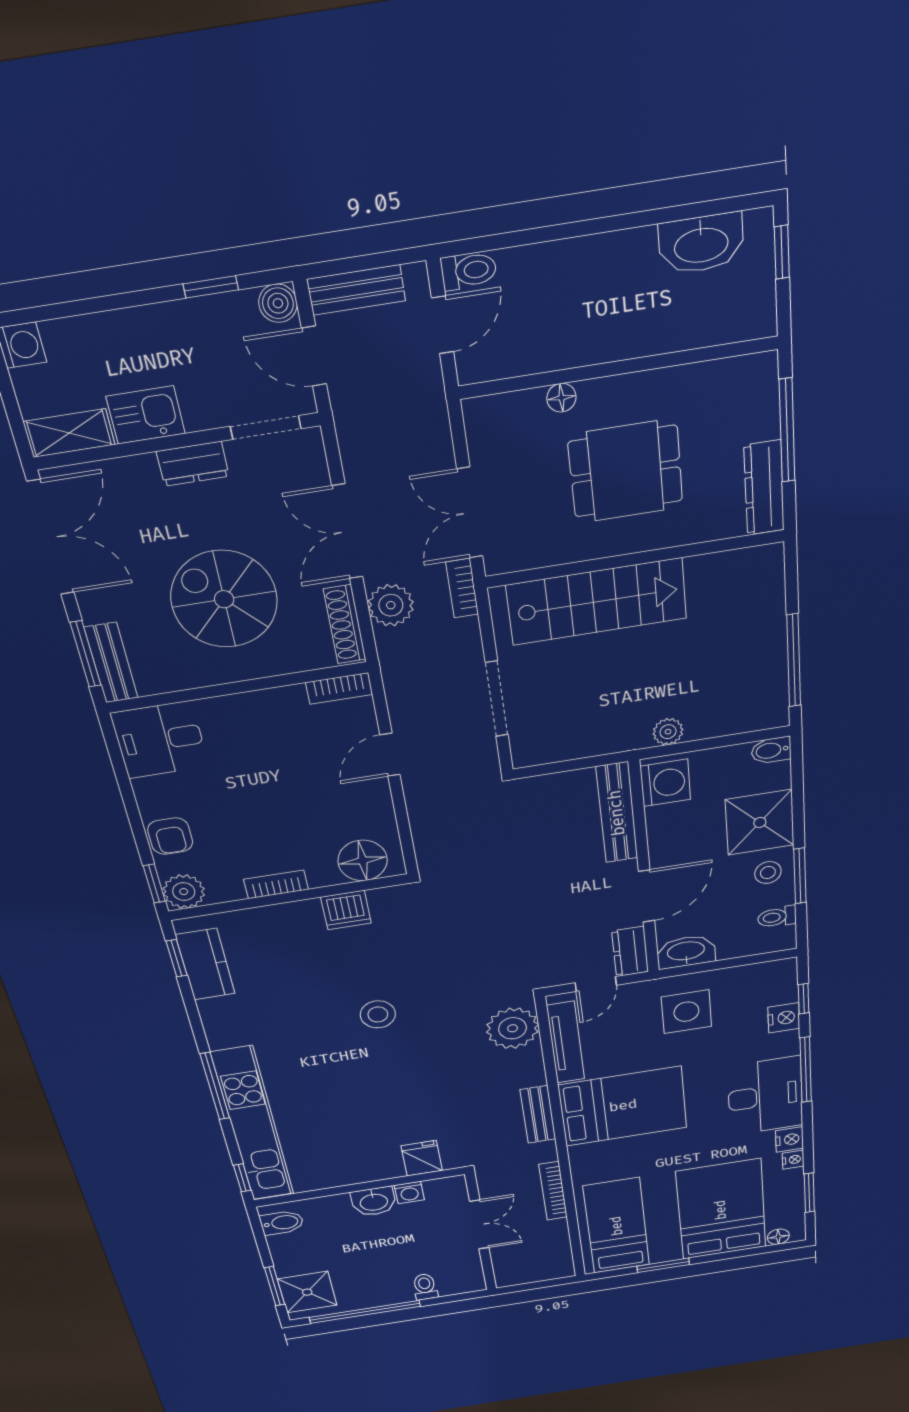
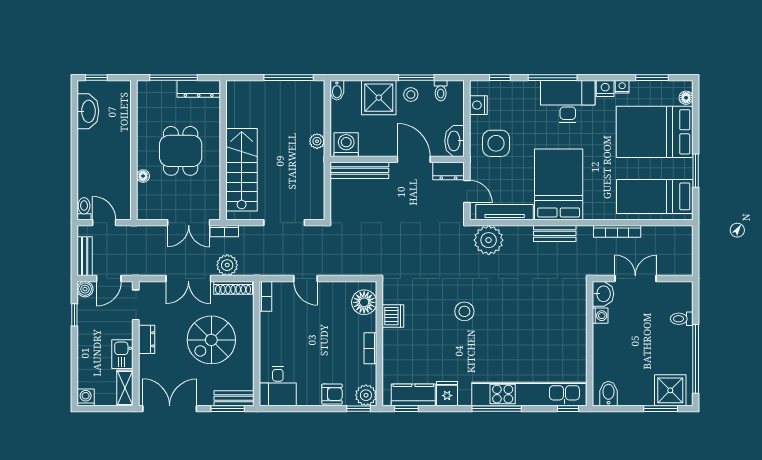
nightstand: (784, 1018) -> (478, 105), moved, turned -90
fridge: (422, 1158) -> (447, 394), moved, turned 90
washbasin: (374, 1202) -> (603, 294), moved

